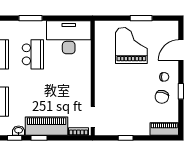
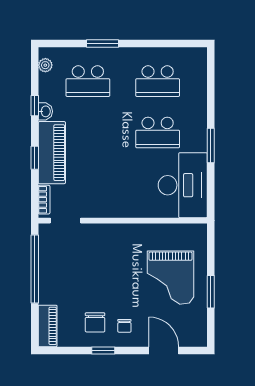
window: (31, 18) -> (211, 145), moved
grand piano: (131, 46) -> (170, 278), turned 90
chair: (162, 97) -> (95, 322), turned -104
window: (39, 138) -> (35, 158), moved
window: (126, 138) -> (35, 269), width x3.17

